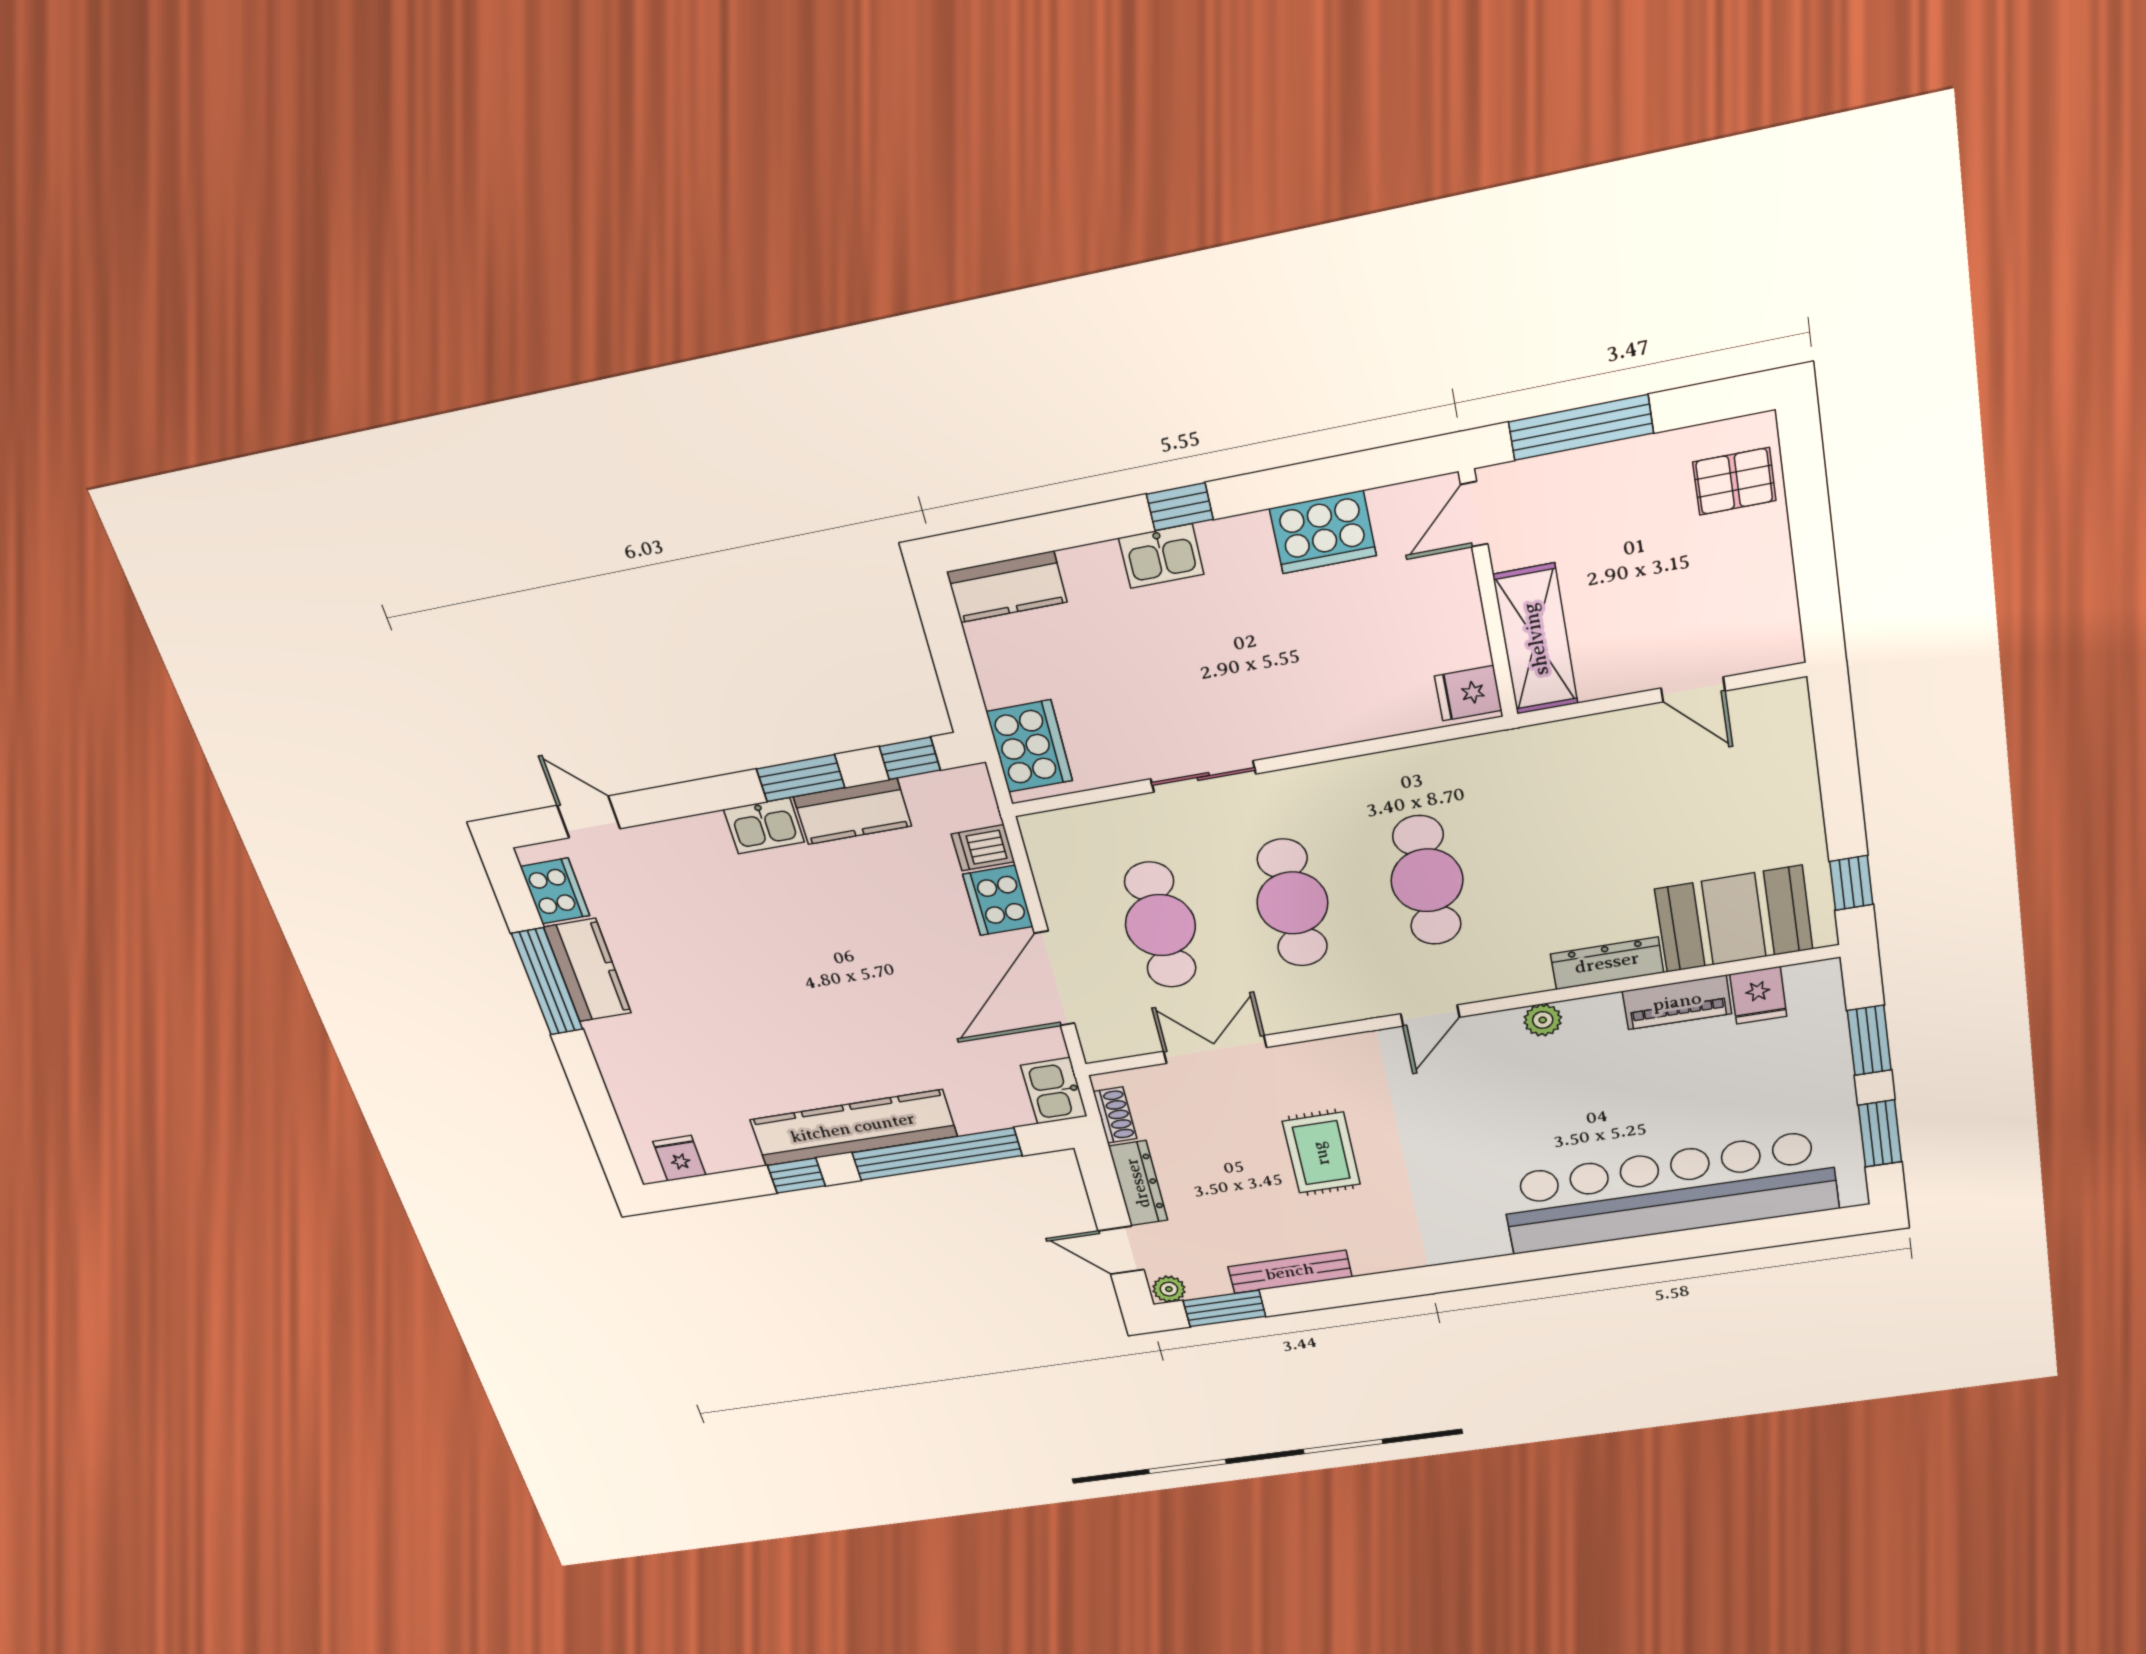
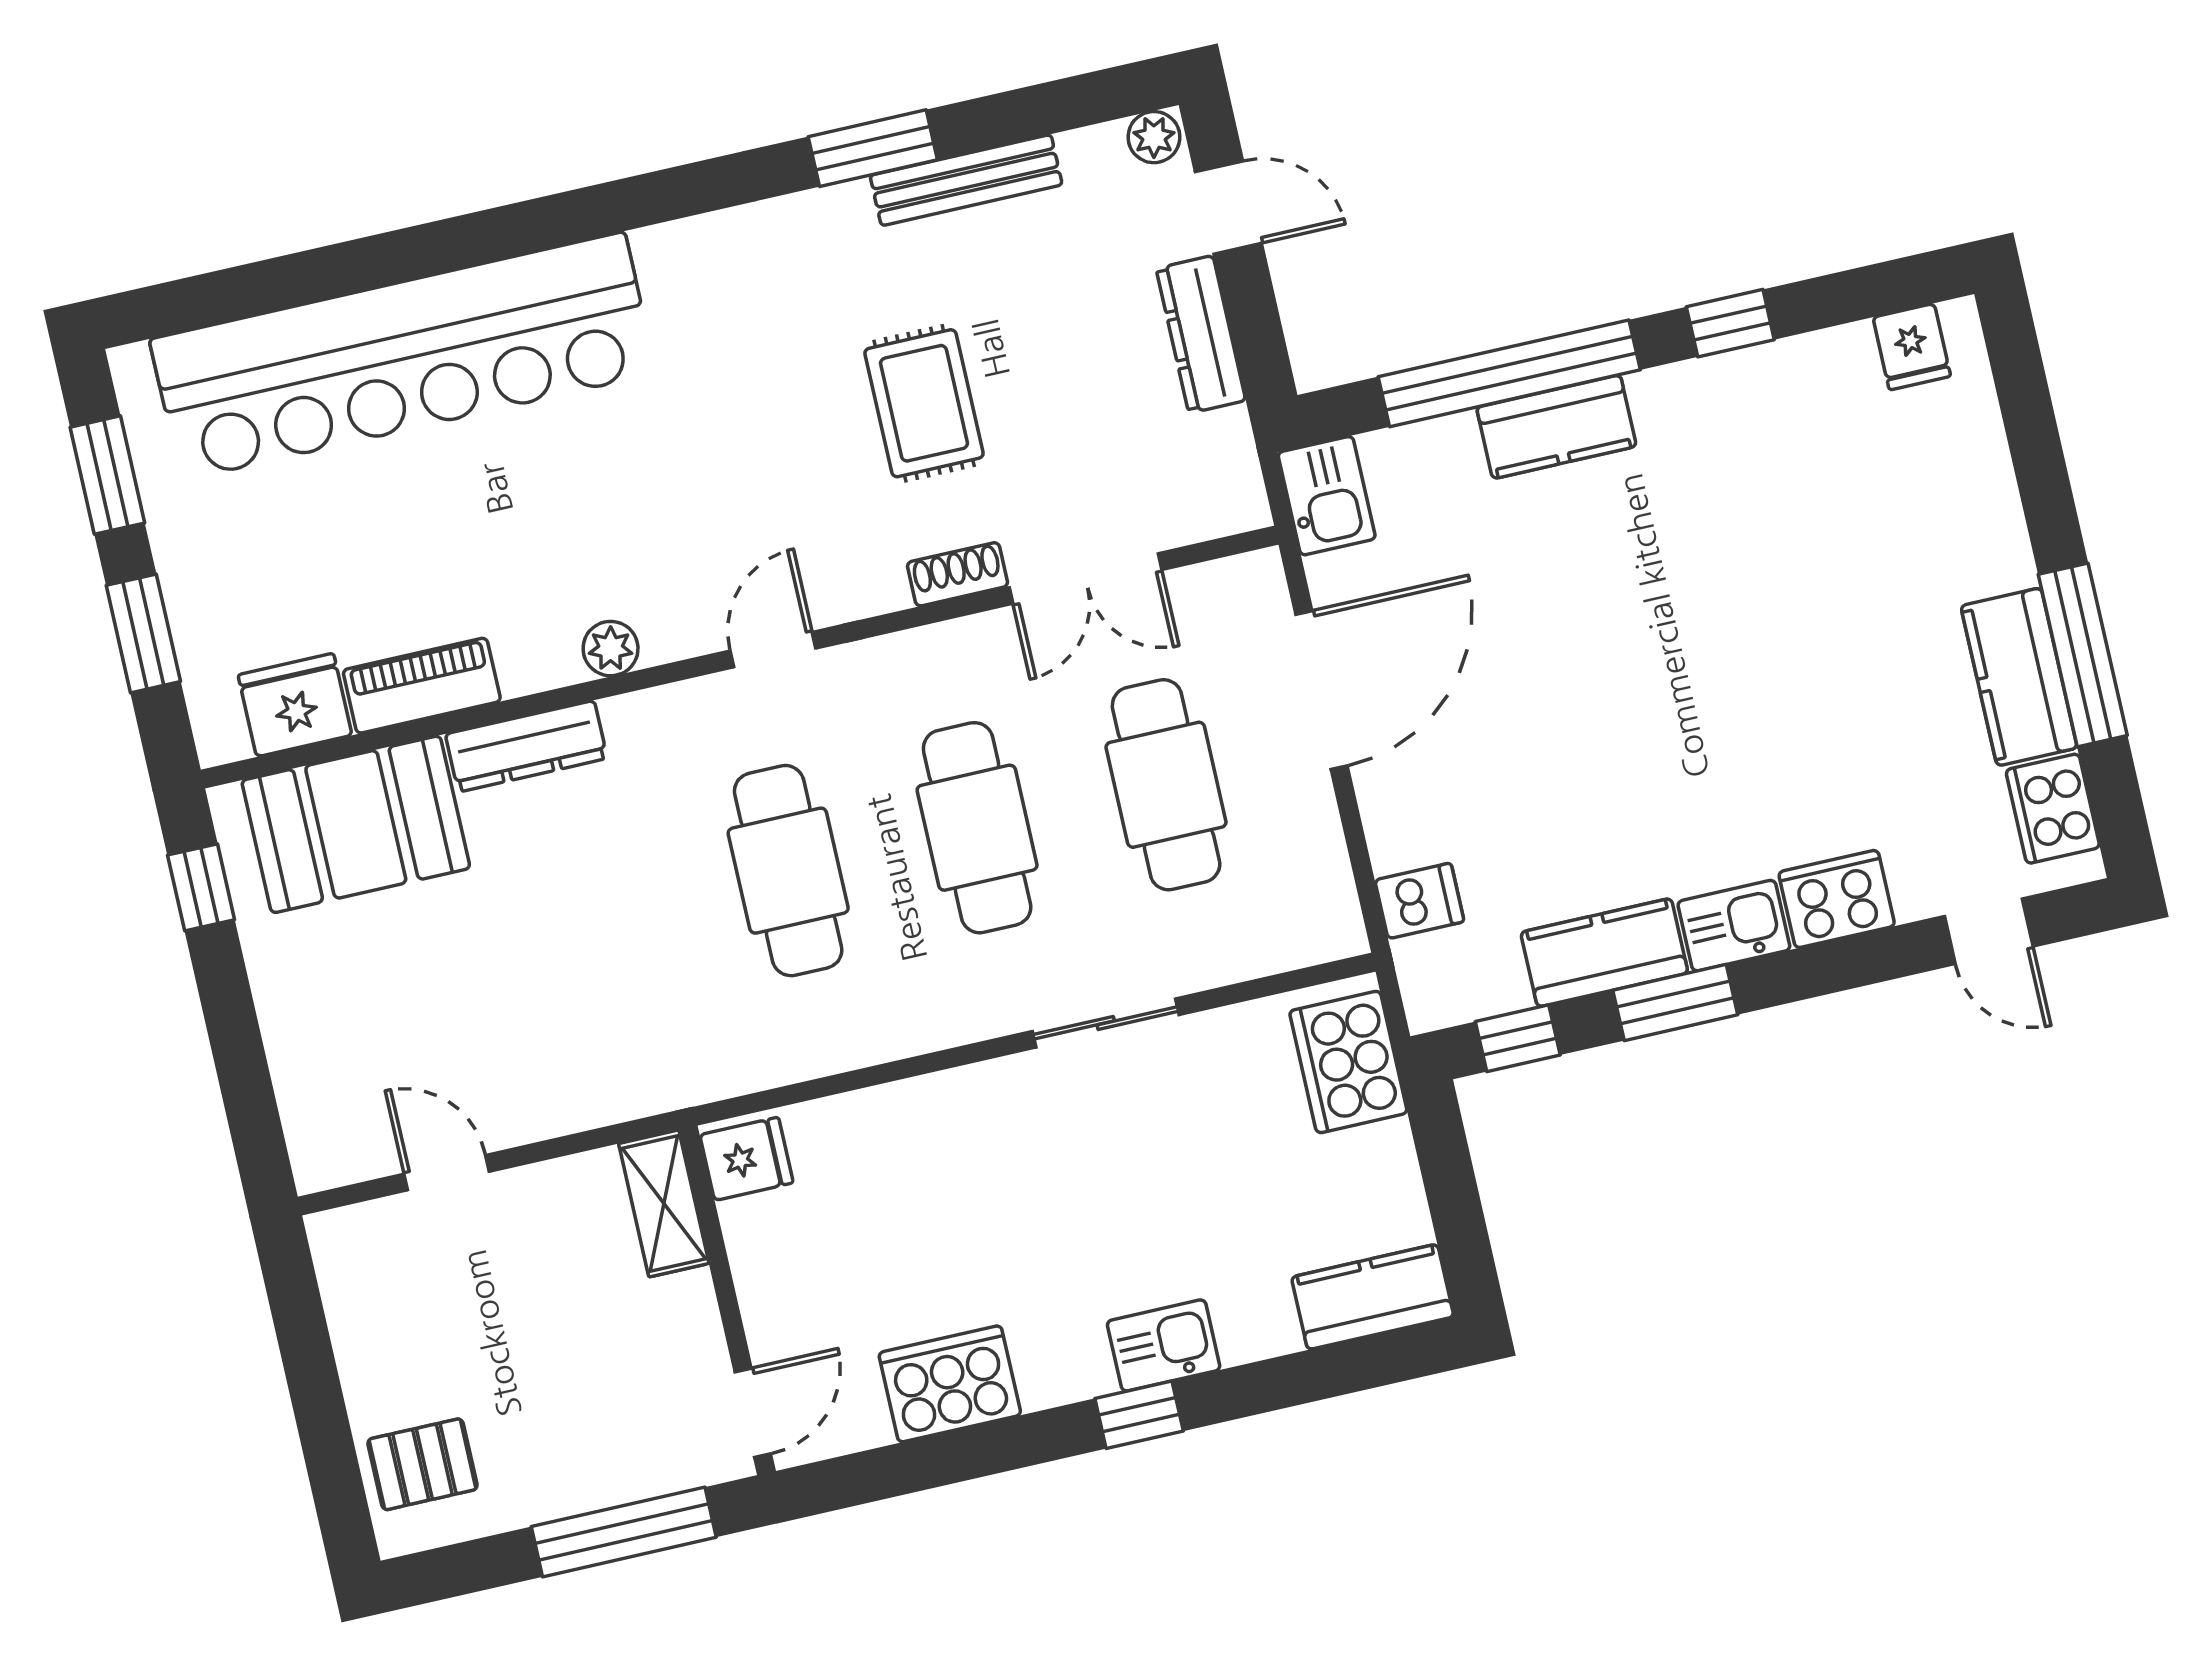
shelving: (1536, 639) -> (664, 1204), width x0.67, depth x0.75
cooker: (998, 900) -> (1837, 899), moved, turned -90
fridge: (1758, 995) -> (295, 705), width x1.38
shoe rack: (1115, 1115) -> (957, 574), moved, turned 90
kitchen counter: (853, 1128) -> (1556, 427), width x0.48, depth x0.86
window: (1224, 1309) -> (873, 148), moved

